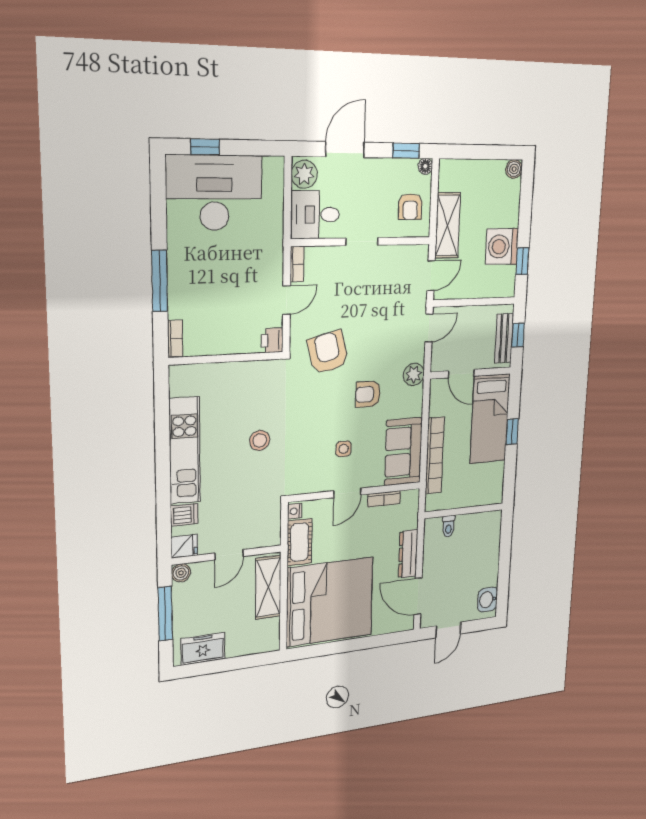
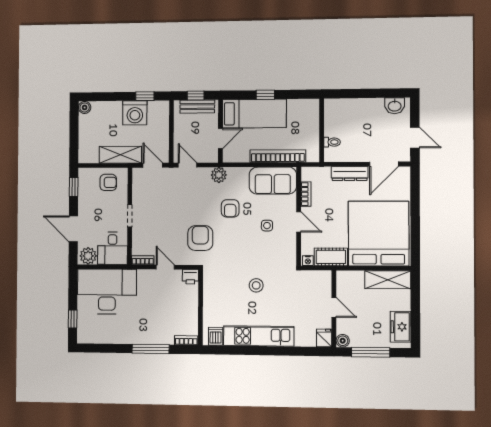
floor lamp: (425, 166) -> (83, 173), removed
desk: (214, 193) -> (107, 291), moved, turned 90
armchair: (328, 352) -> (200, 238), turned 104
dishwasher: (184, 515) -> (216, 336), moved
shelving: (268, 587) -> (388, 280), moved

